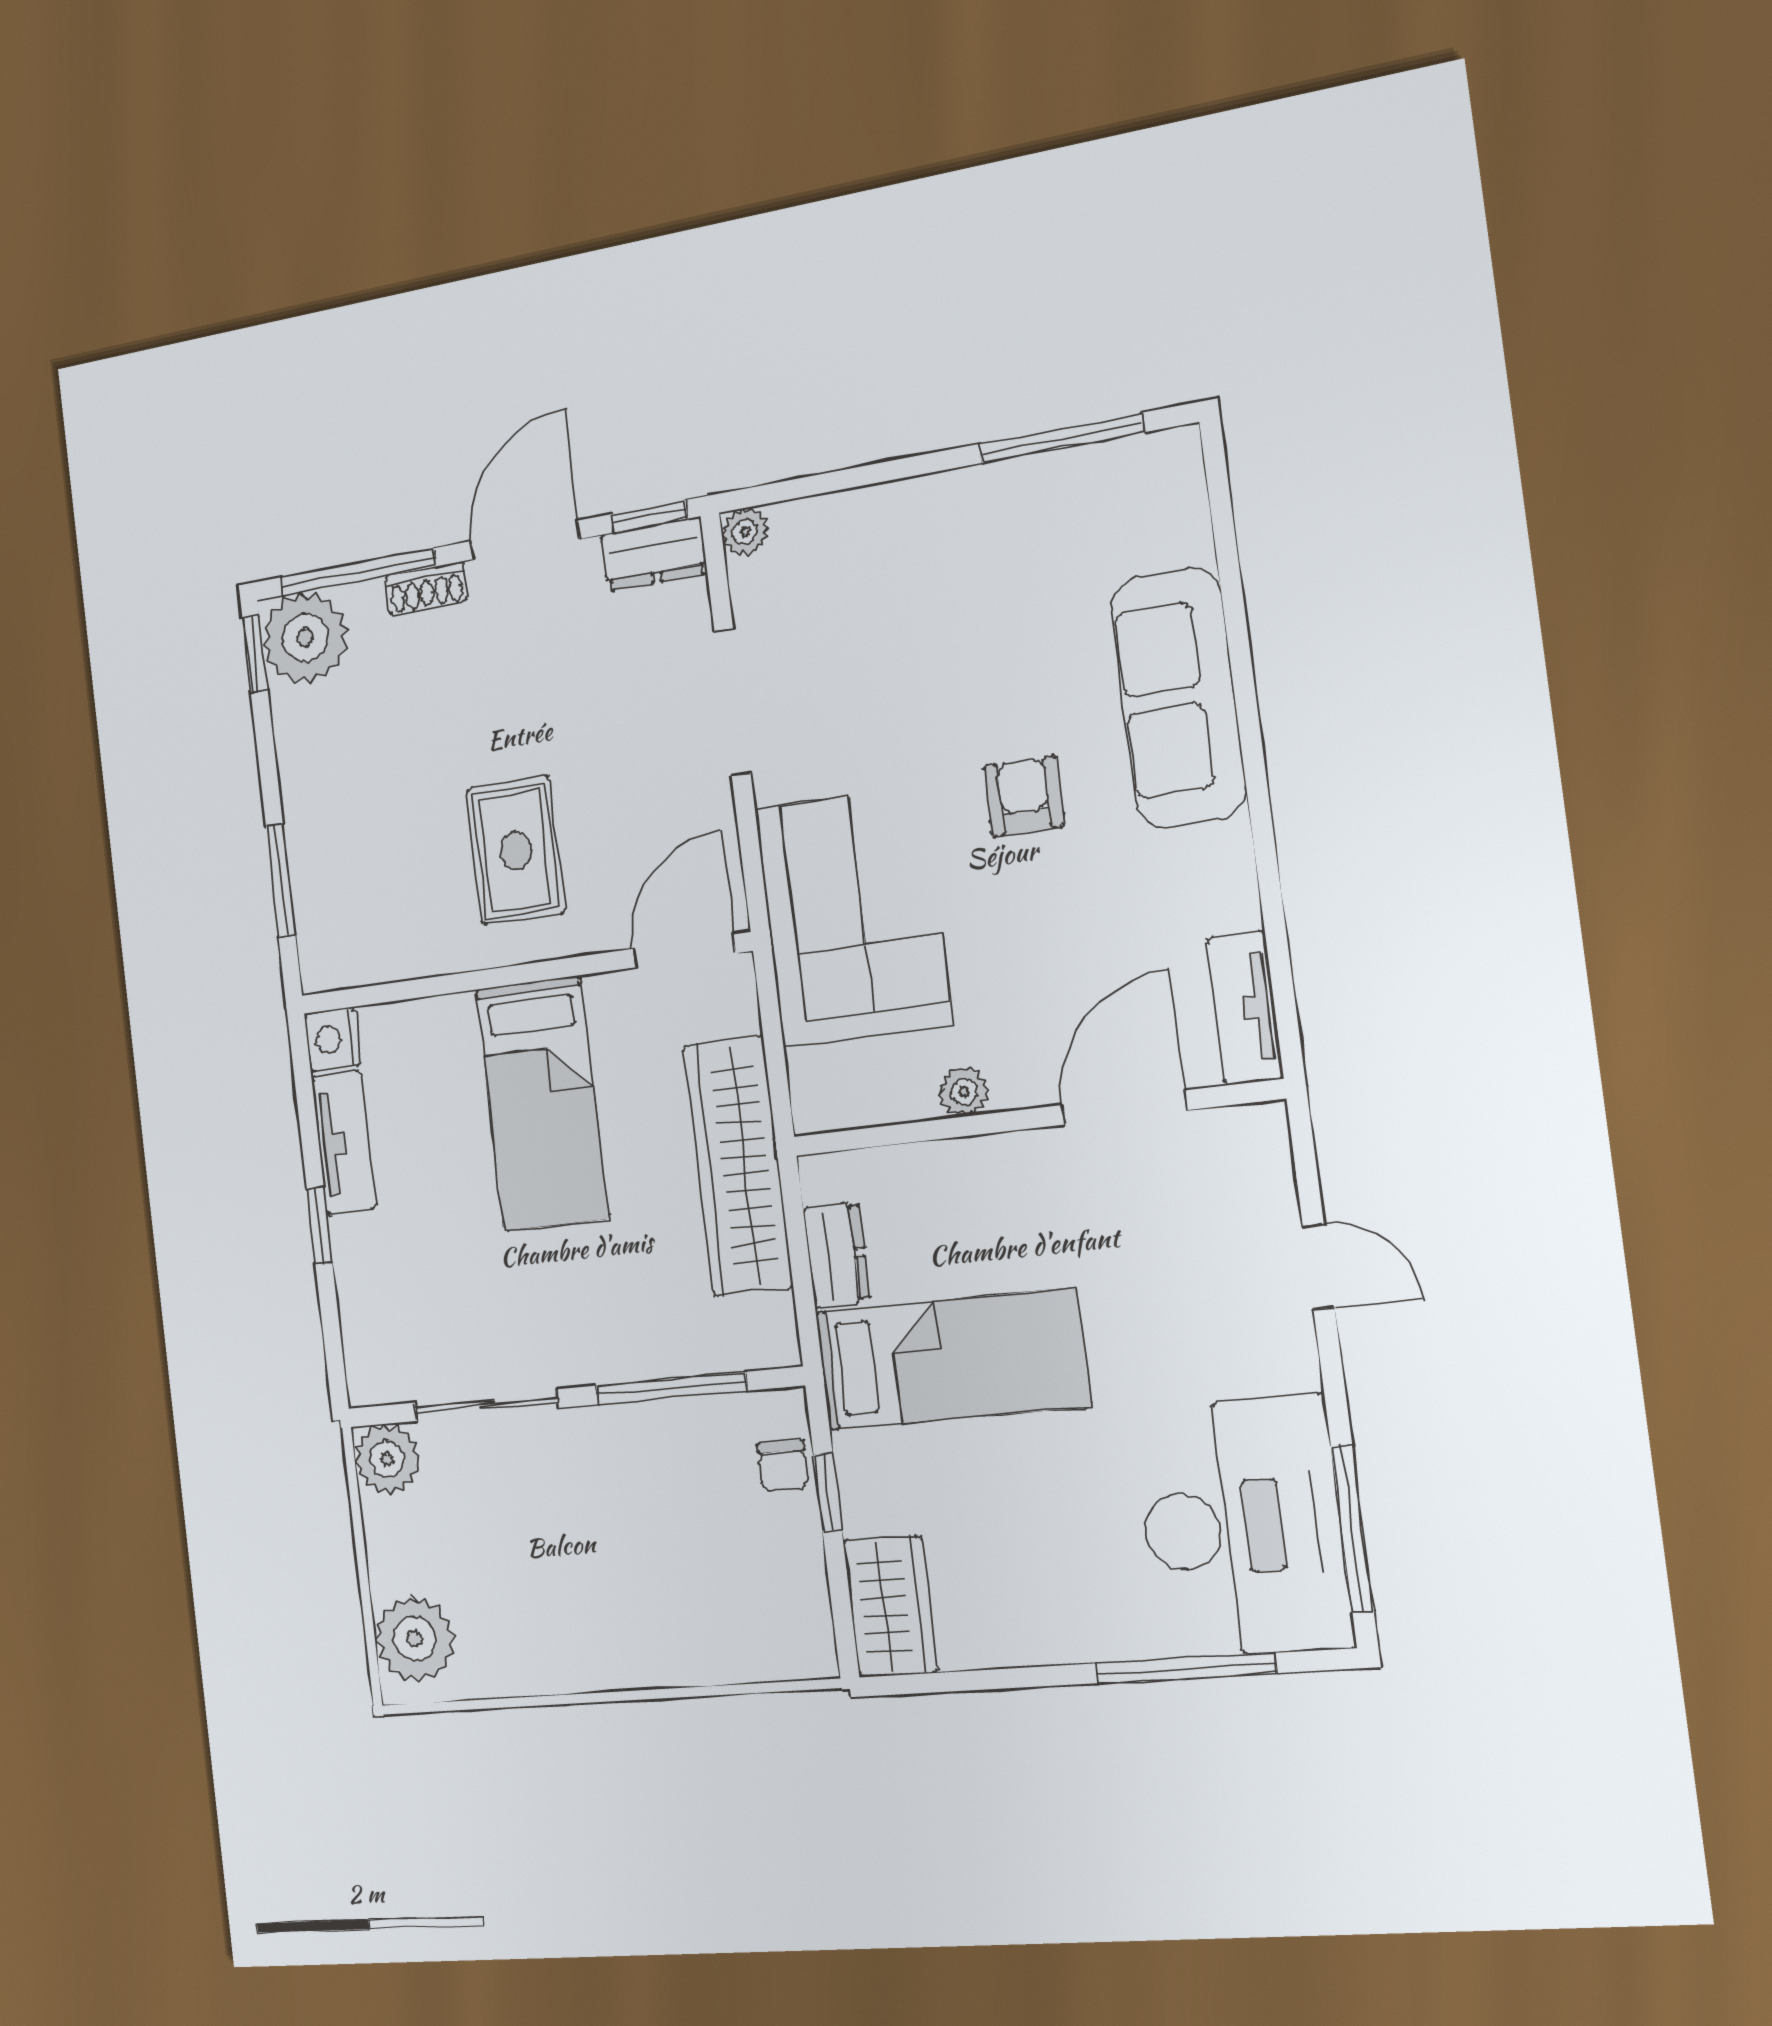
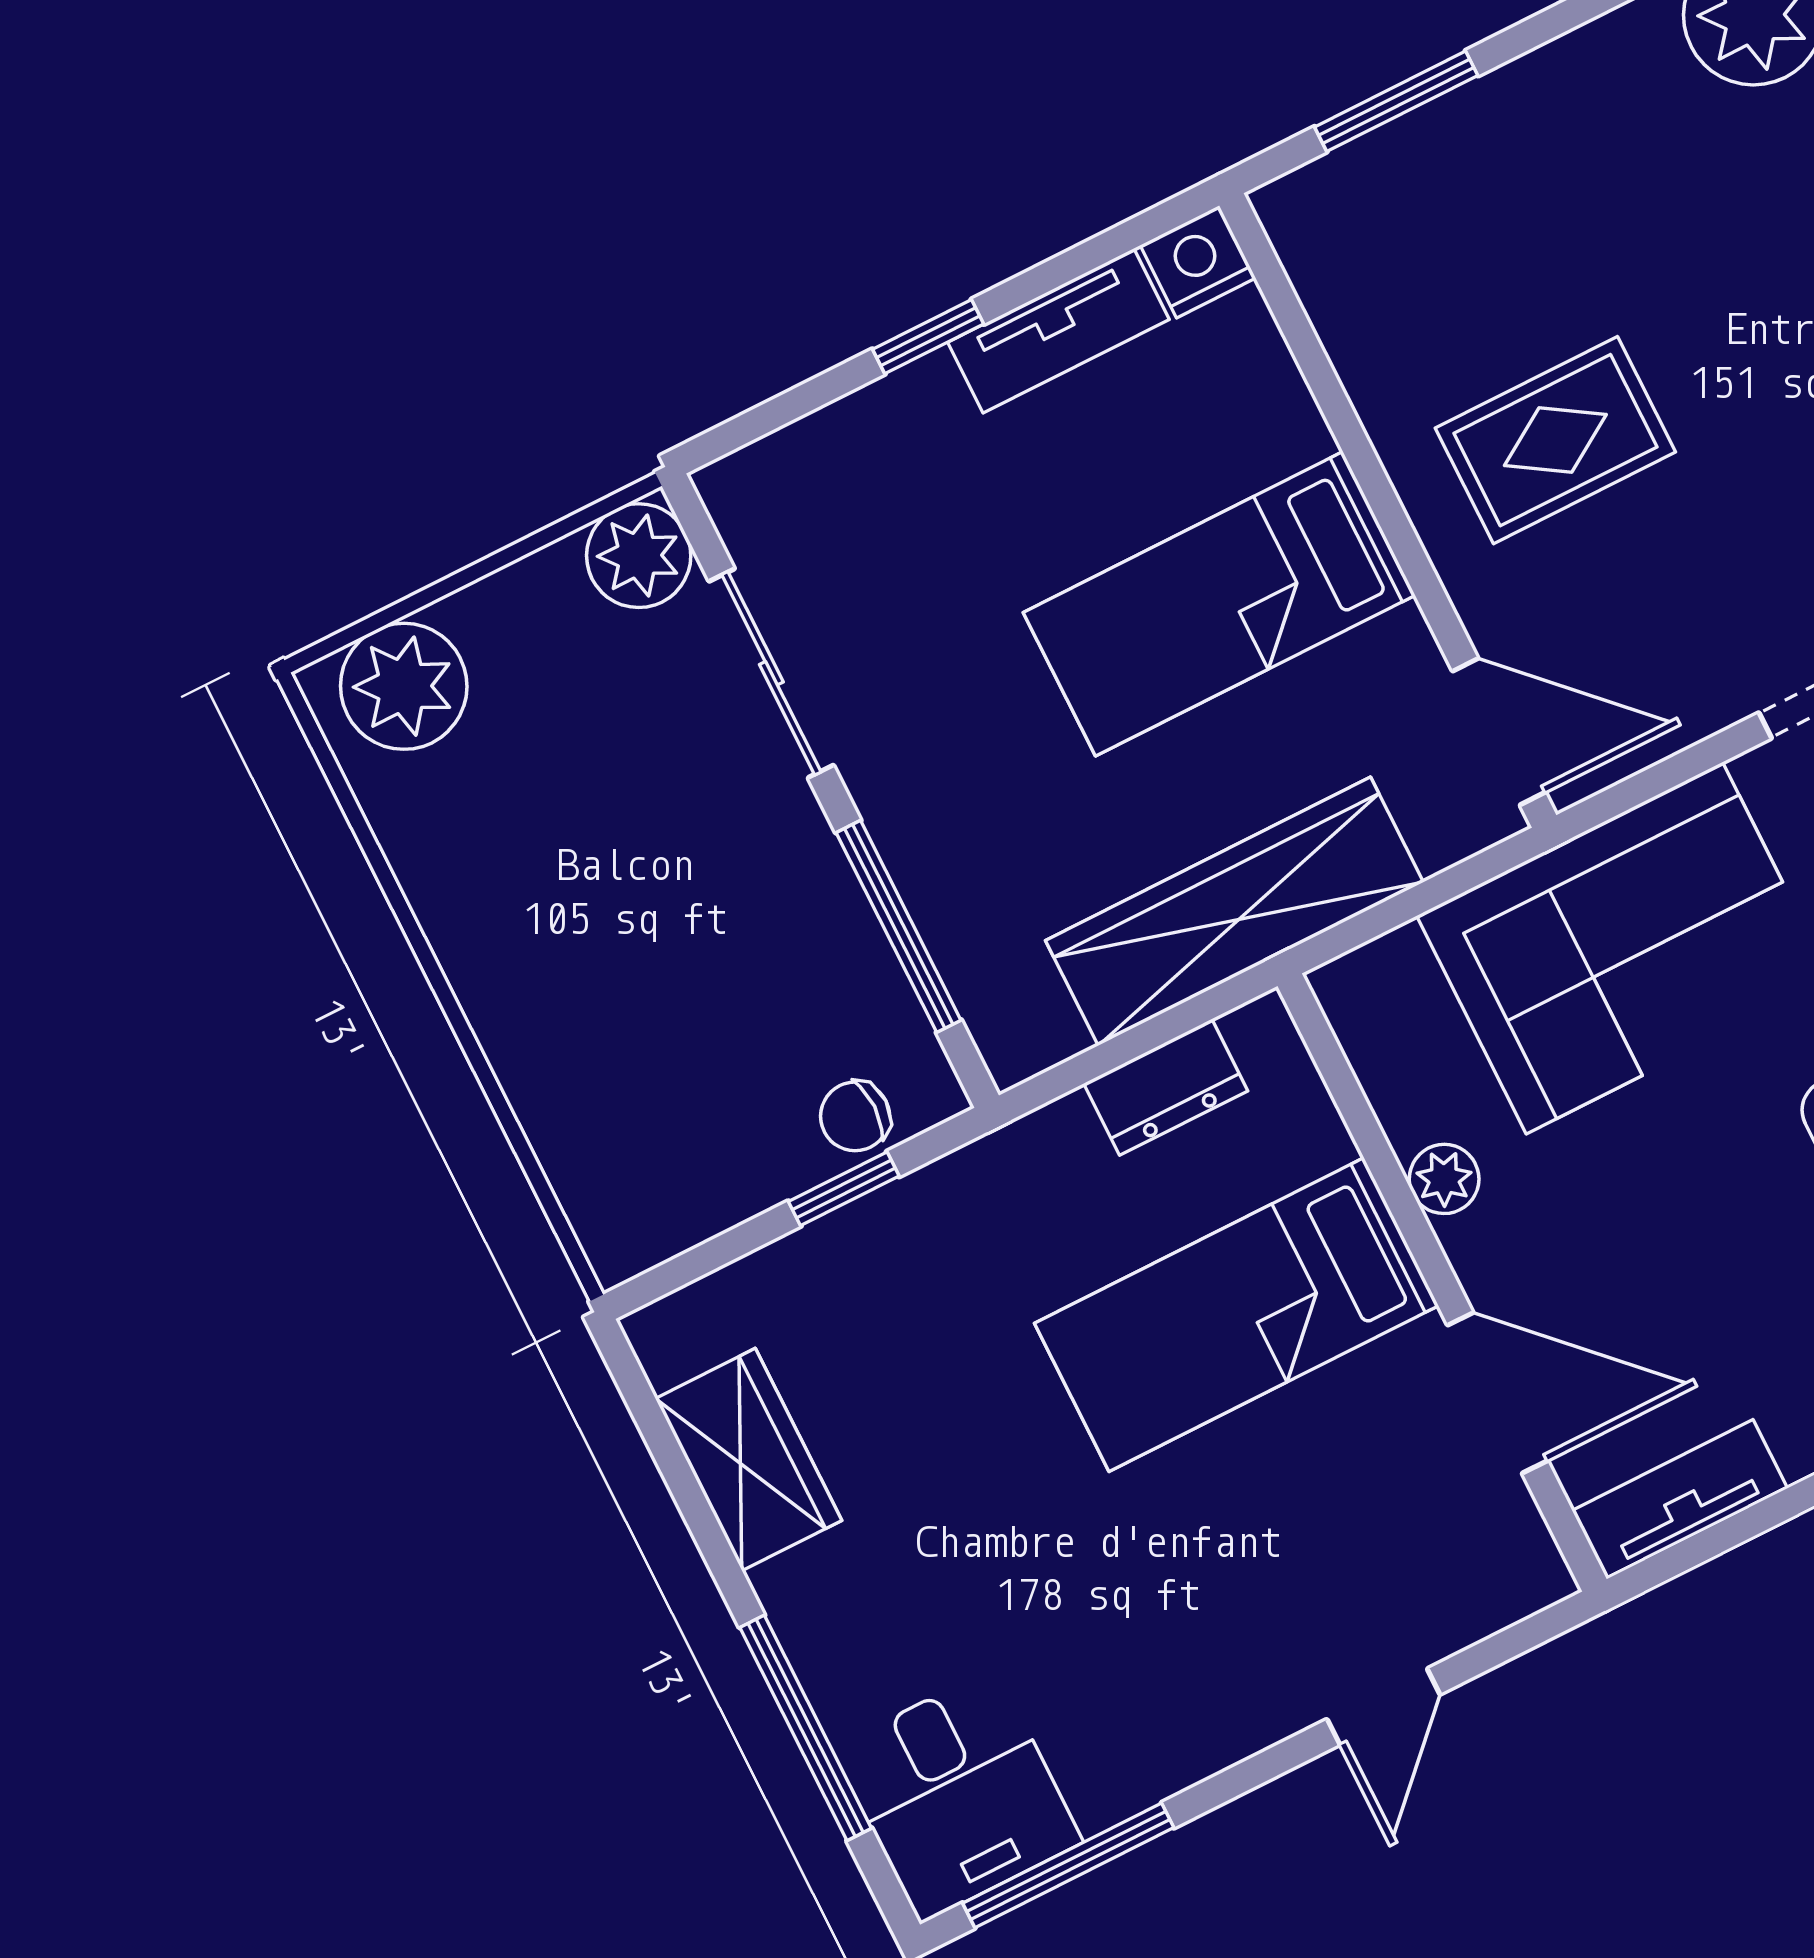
bed: (952, 1359) -> (1237, 1314), moved, turned 90
desk: (1242, 1527) -> (957, 1795), width x0.53, depth x0.77
wardrobe: (890, 1606) -> (749, 1460), moved, turned -90

